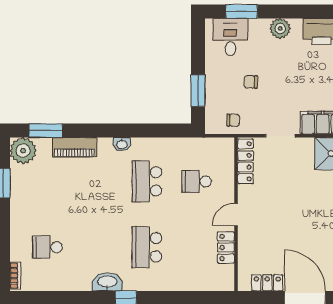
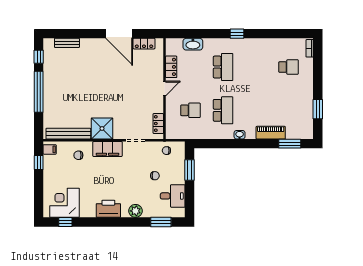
desk: (230, 37) -> (173, 196), moved, turned -90
plant: (23, 151) -> (305, 130), removed
locker: (245, 161) -> (158, 124), width x0.66
washbasin: (107, 282) -> (193, 44), moved

